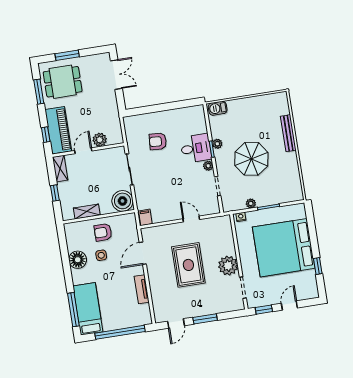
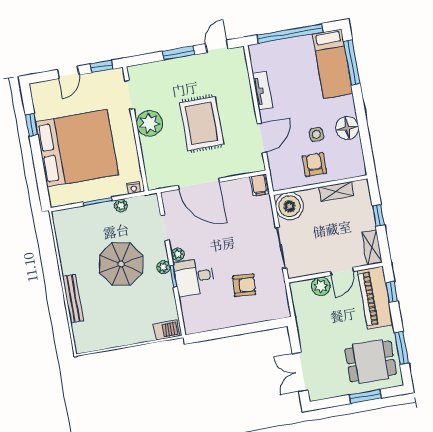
plant: (217, 144) -> (163, 267), moved
door: (191, 219) -> (199, 184), width x1.88
armchair: (103, 232) -> (314, 165), turned -90

